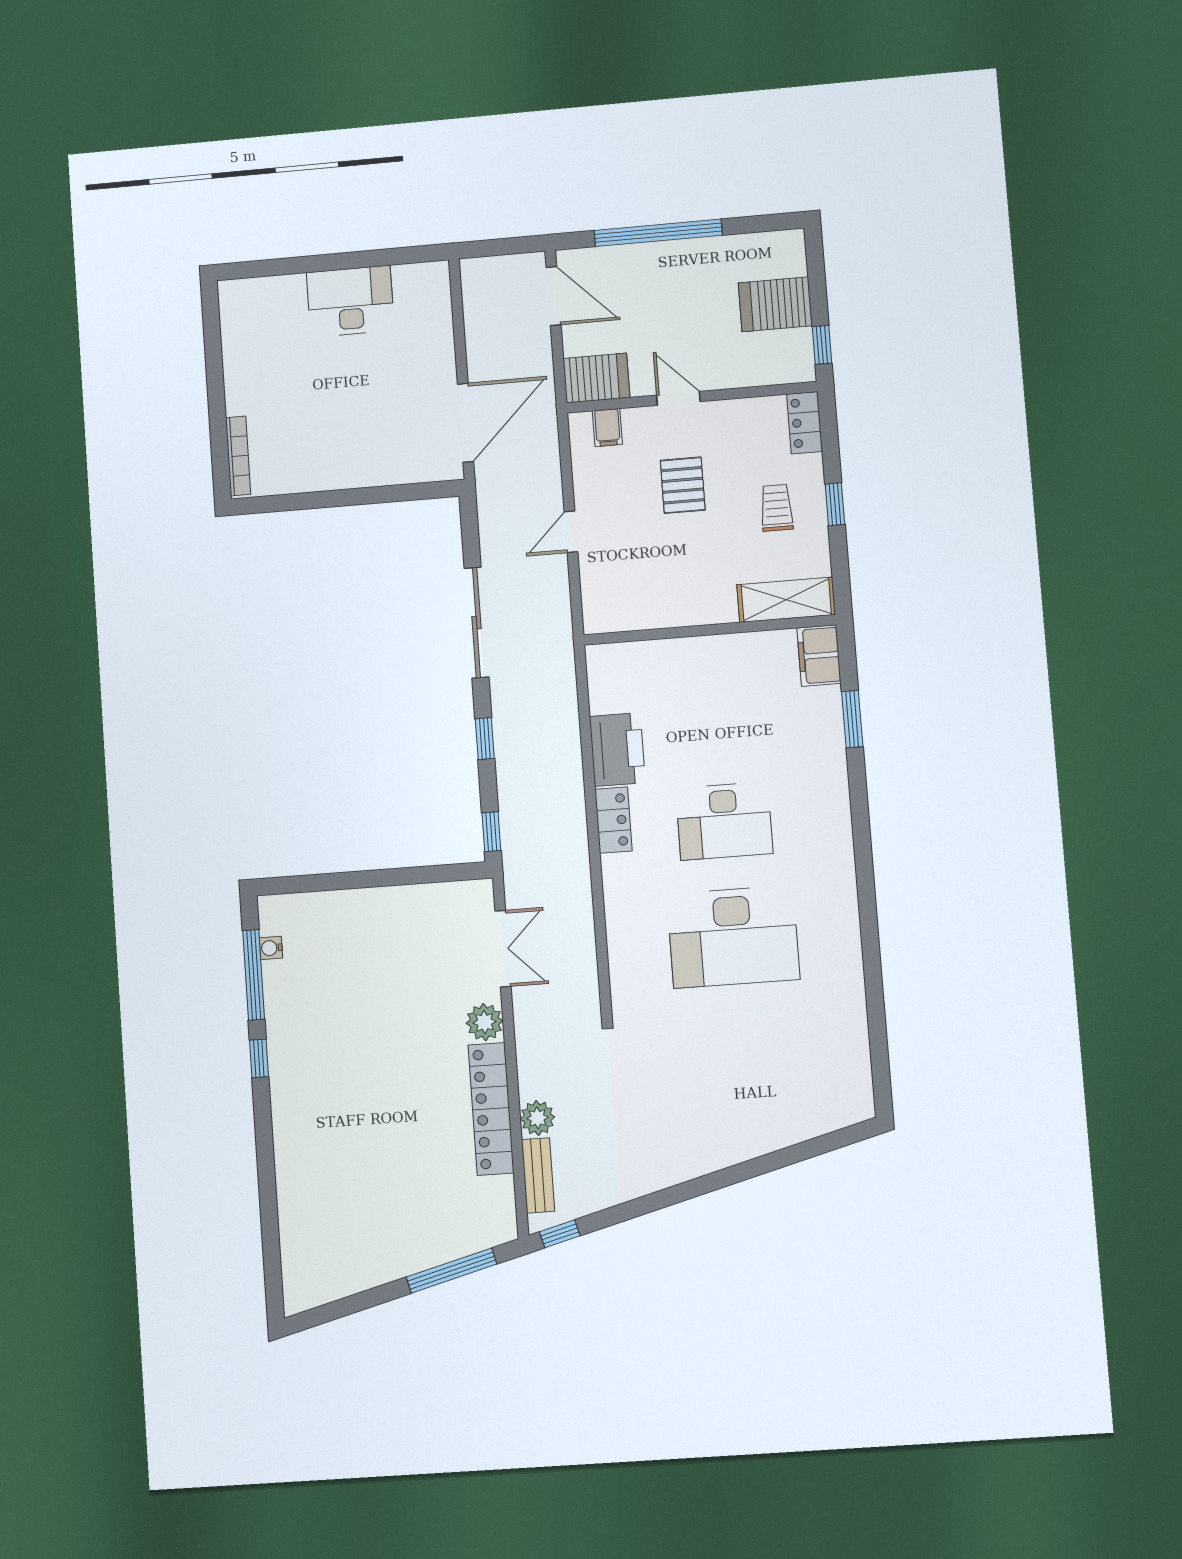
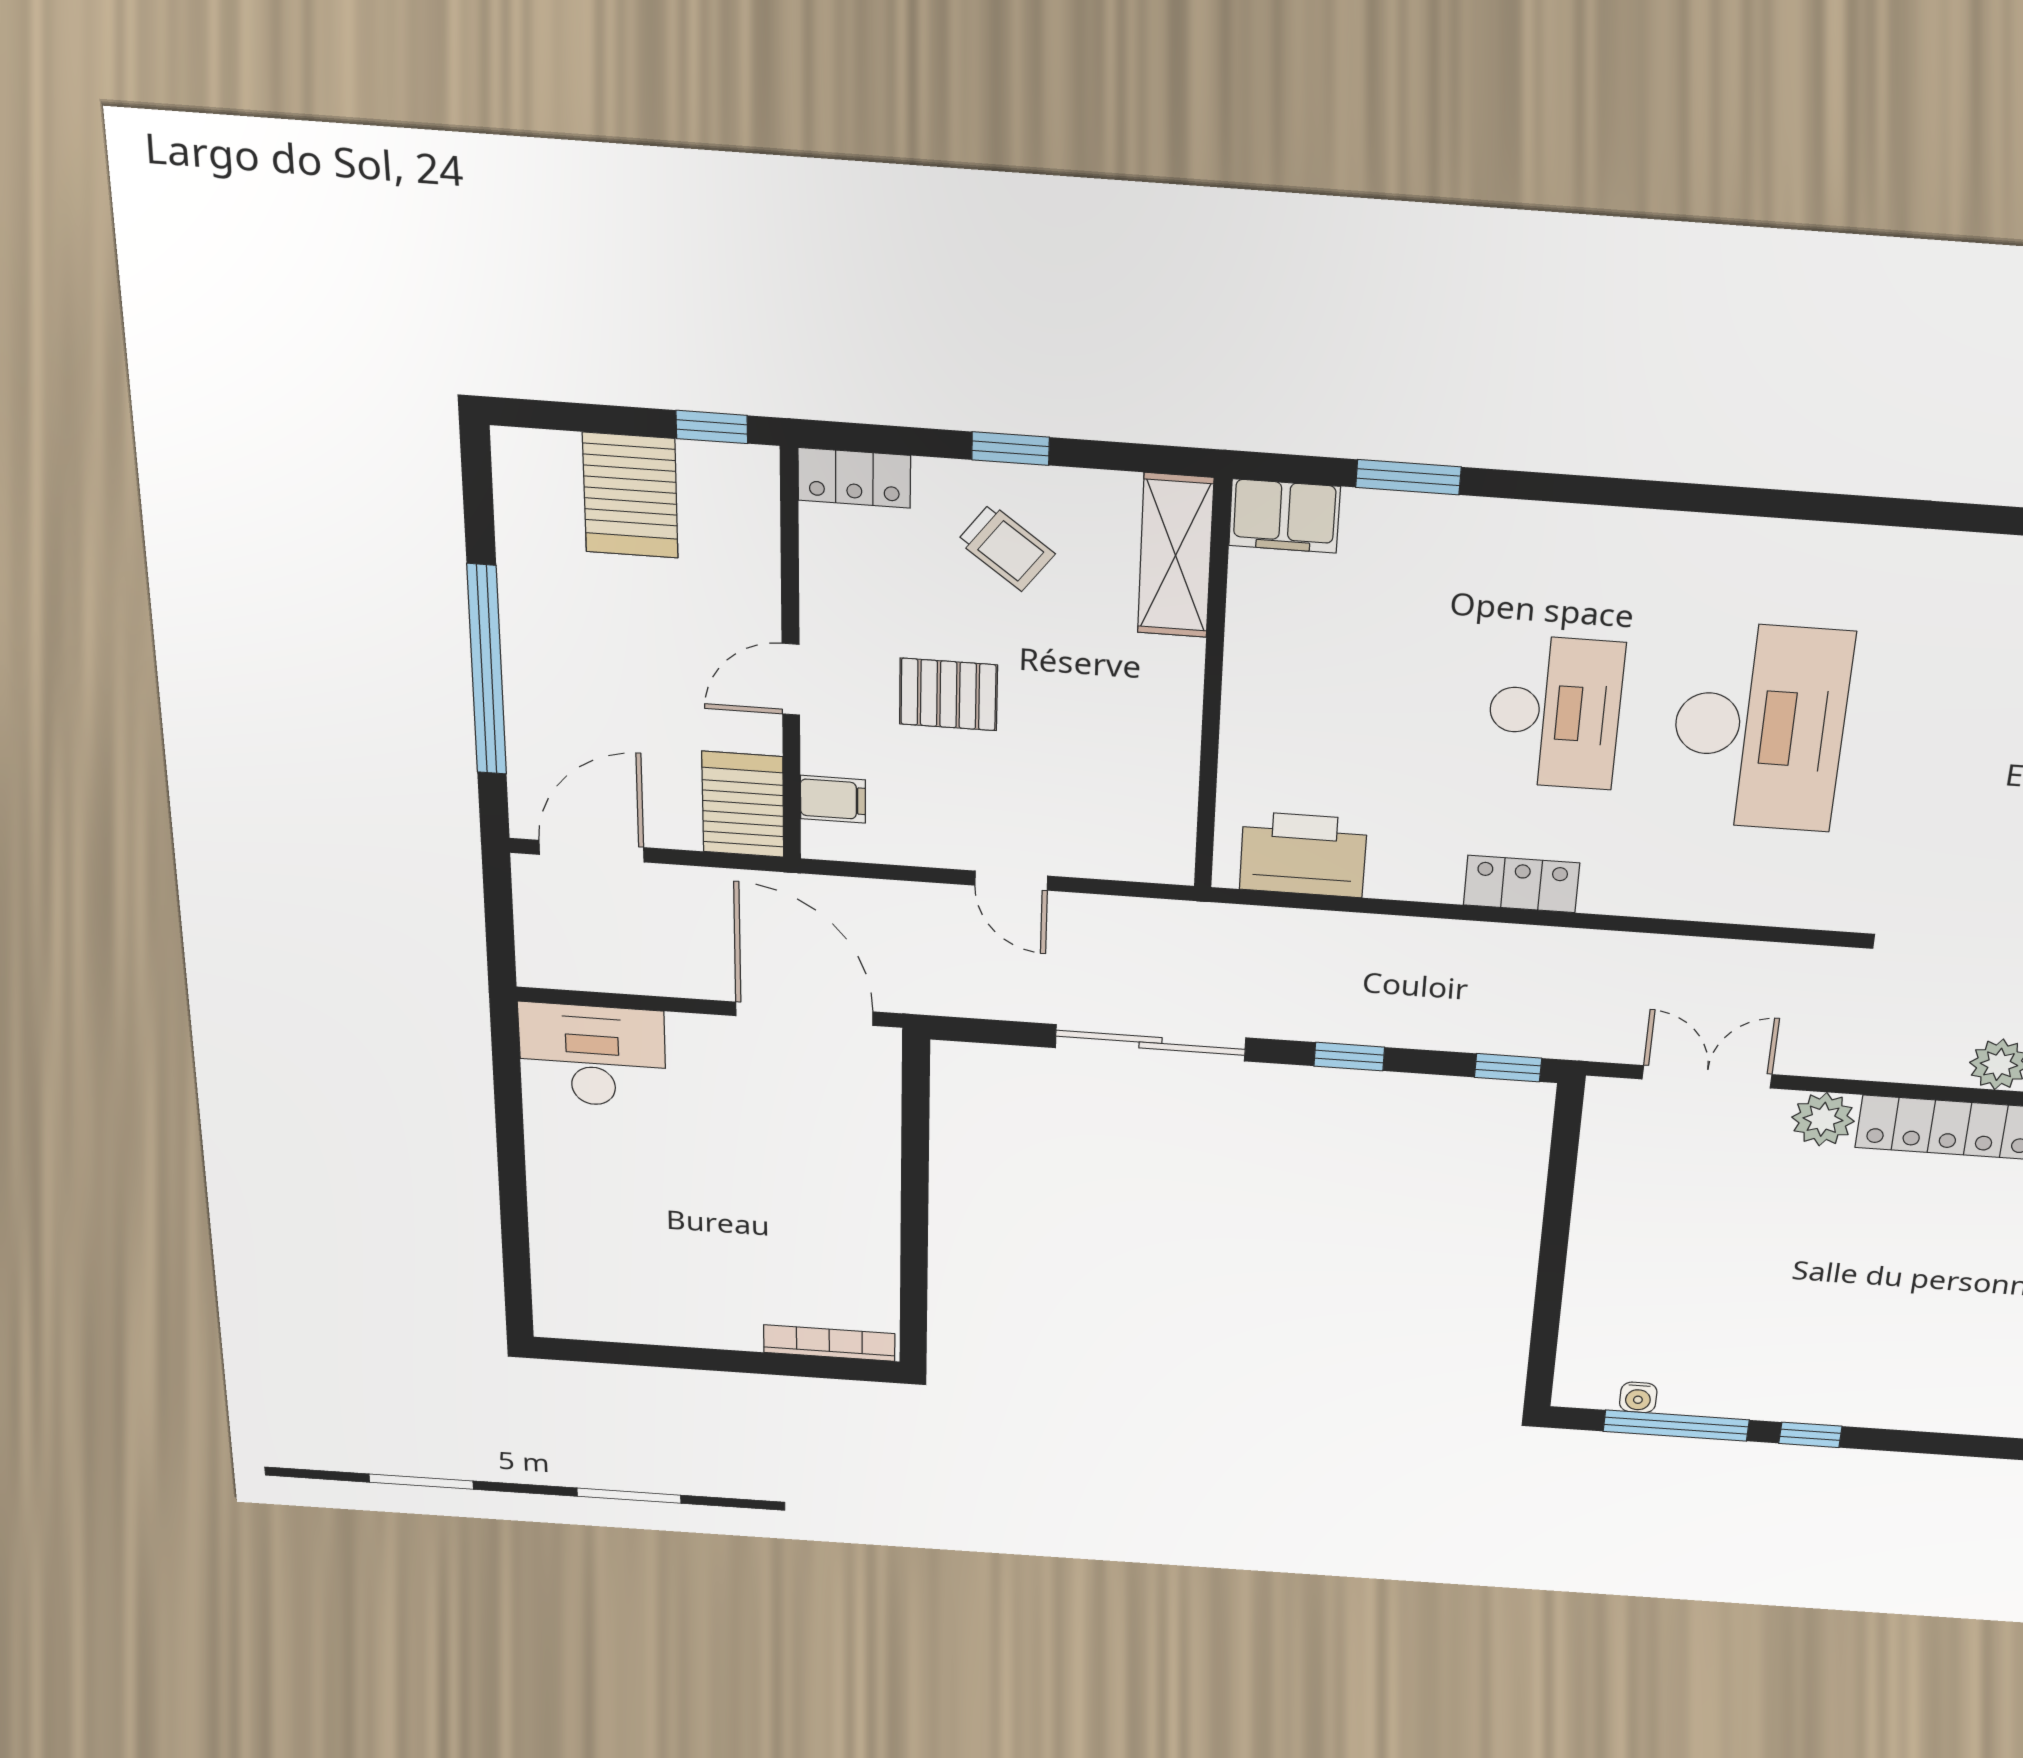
desk: (350, 301) -> (592, 1056), moved, turned 90
trolley: (777, 508) -> (1006, 547), turned -143
printer: (617, 749) -> (1303, 854), moved

